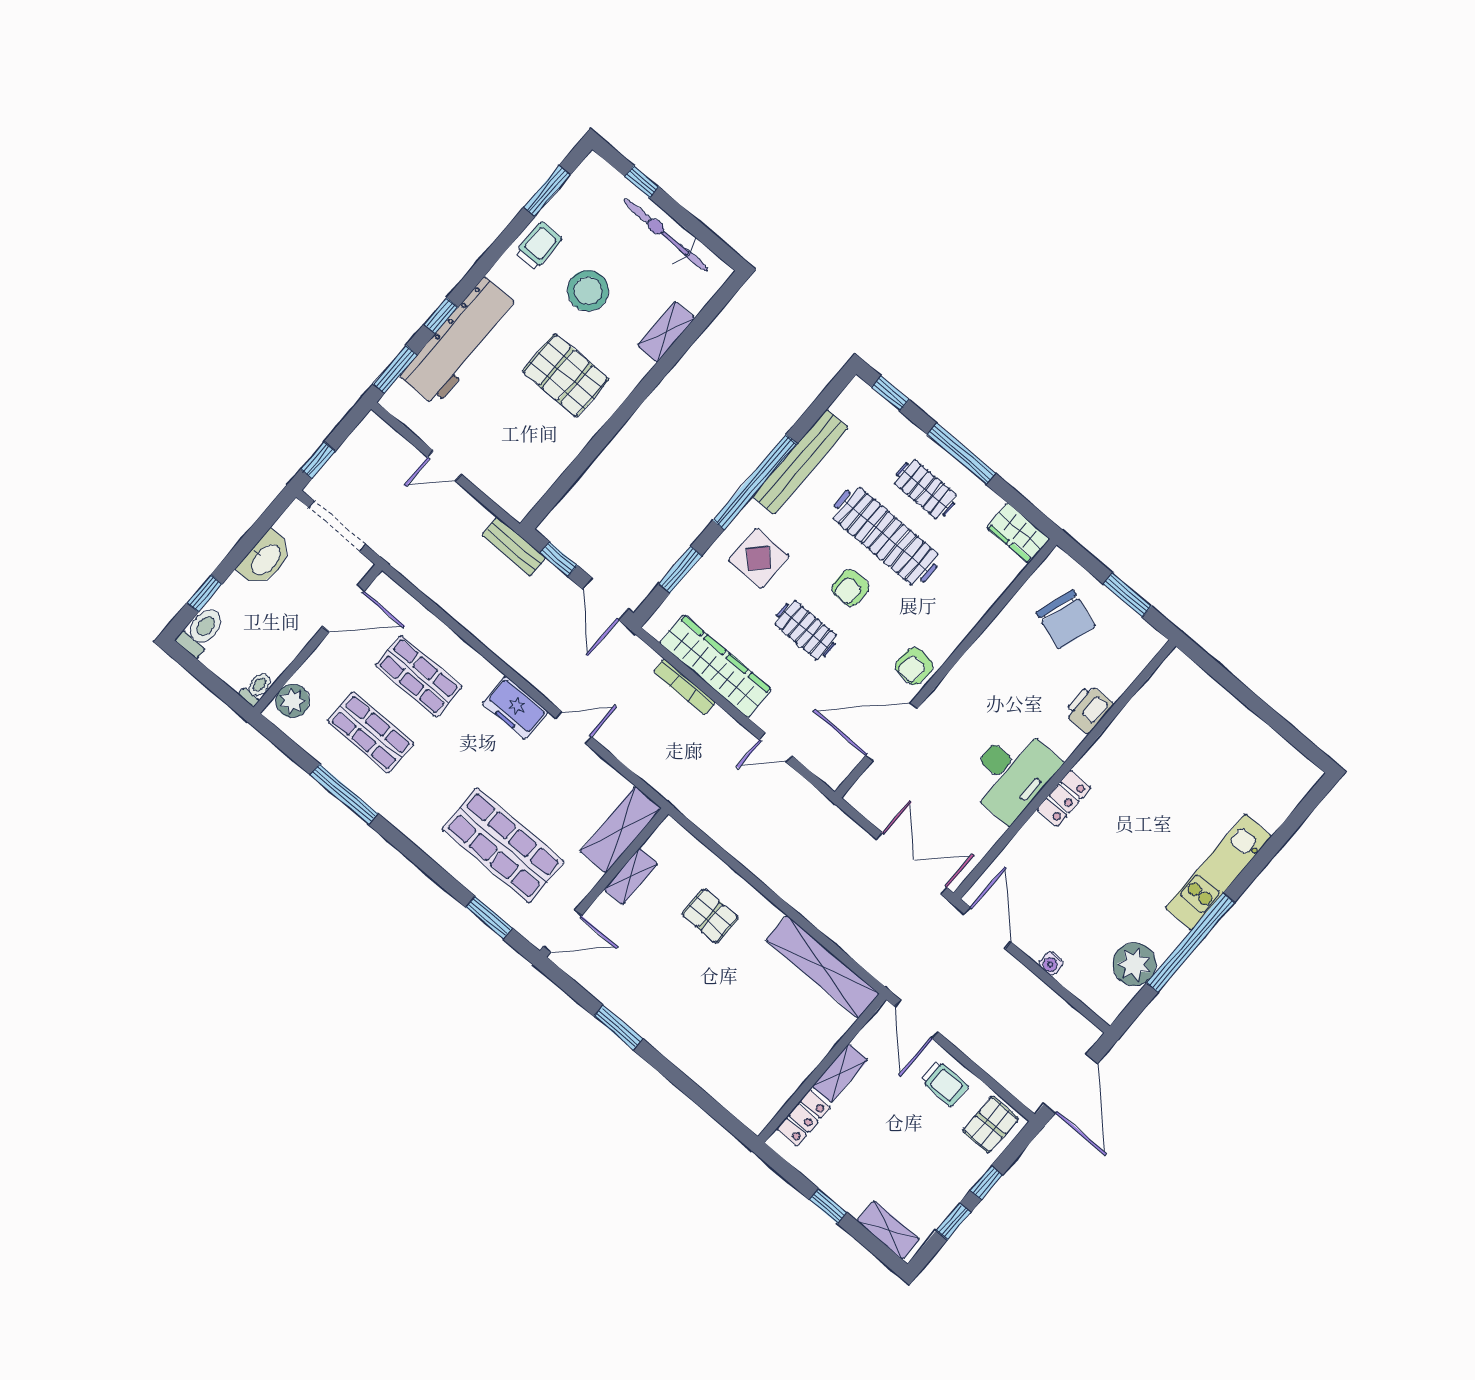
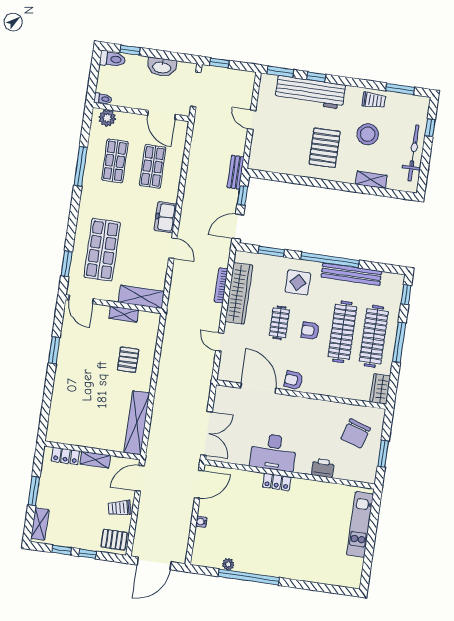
clothes rail: (925, 489) -> (374, 336), width x1.86, depth x1.31
kitchen unit: (1218, 872) -> (360, 524), moved, turned -90
plant: (1134, 964) -> (228, 564), width x0.53, depth x0.53
trolley: (944, 1083) -> (119, 508), turned 77
window: (828, 1206) -> (34, 491), width x1.50

